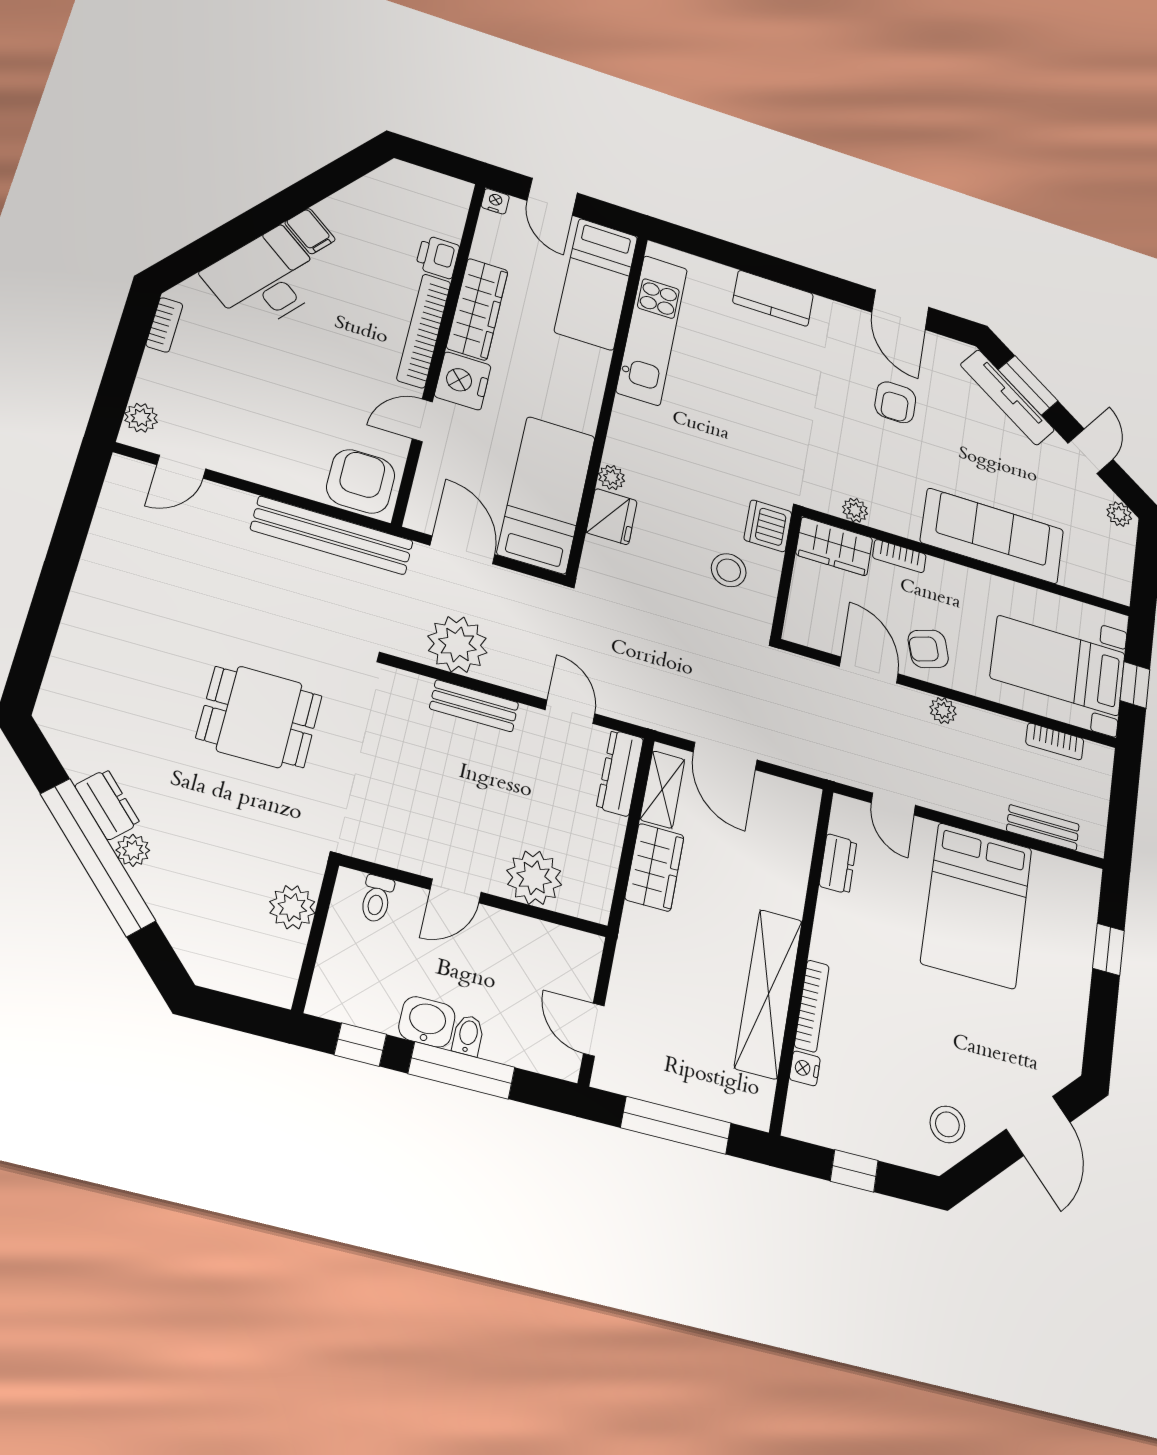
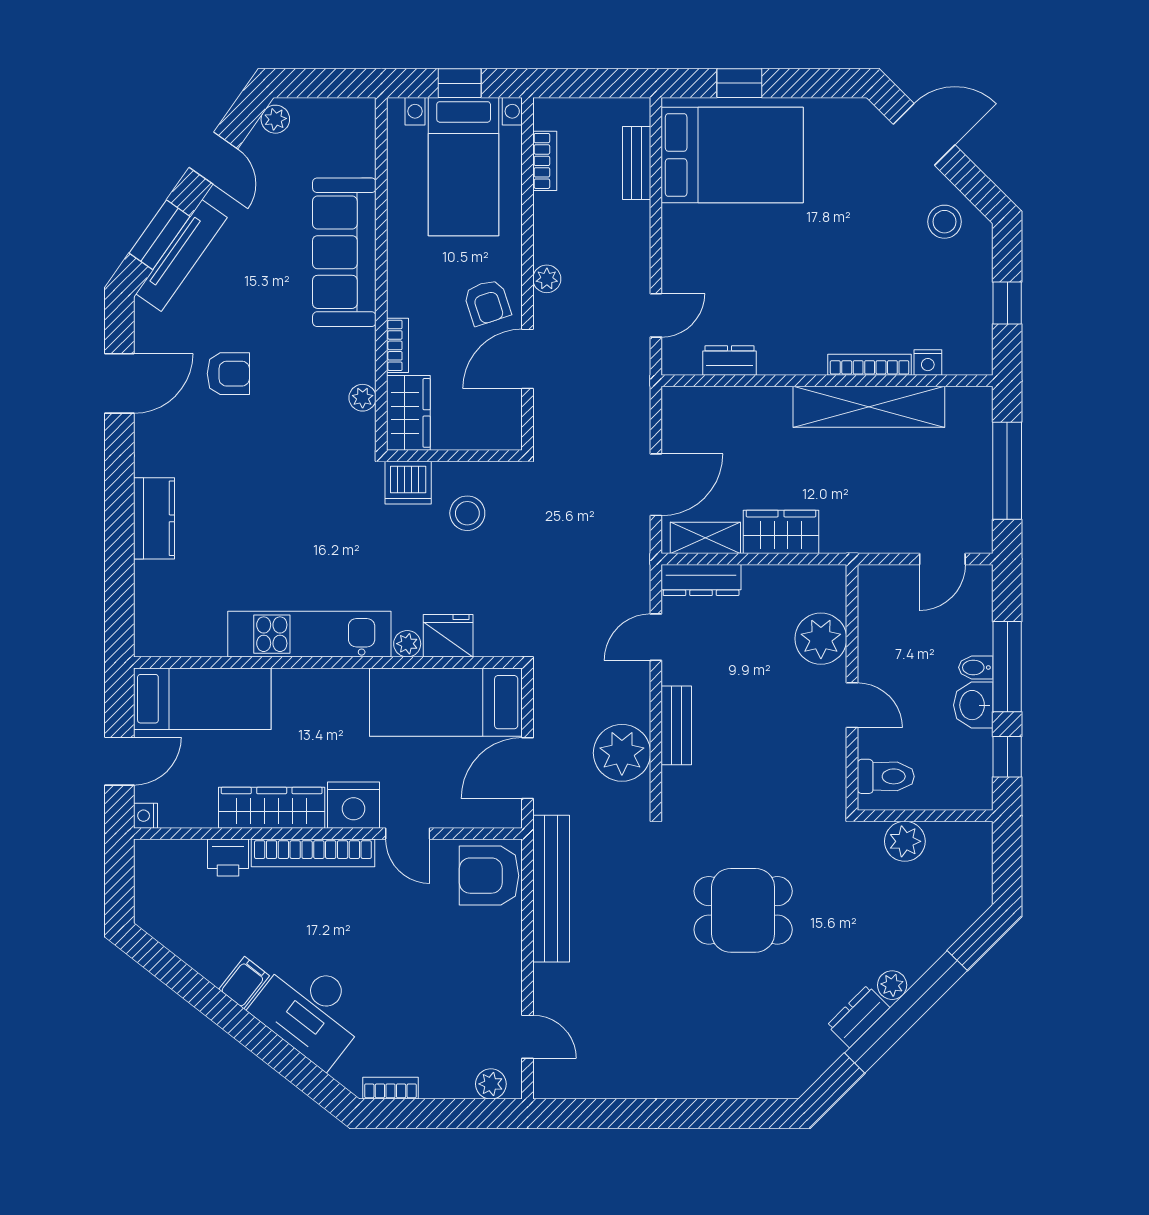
kitchen unit: (652, 330) -> (309, 634), moved
door: (1090, 451) -> (213, 158), swing flipped
dining table: (259, 717) -> (743, 910), turned 90
toilet: (377, 899) -> (886, 776), width x1.37, depth x1.39
bed: (977, 905) -> (732, 155), moved

